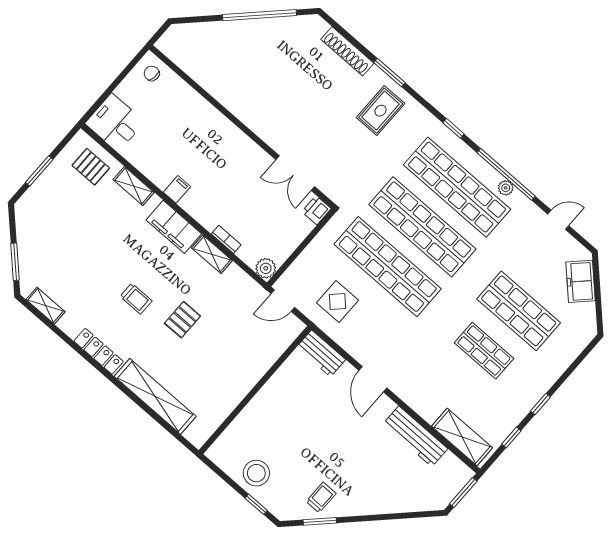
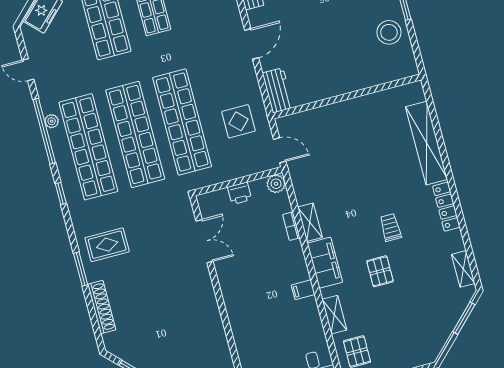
printer: (316, 210) -> (240, 193), moved
pallet: (182, 320) -> (380, 271), moved, turned 90

